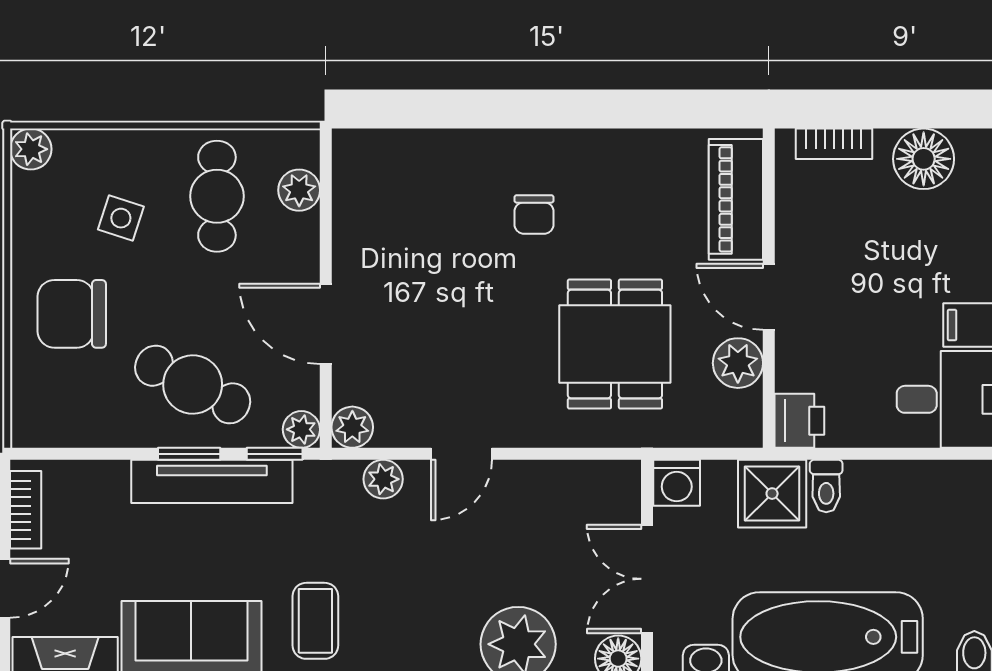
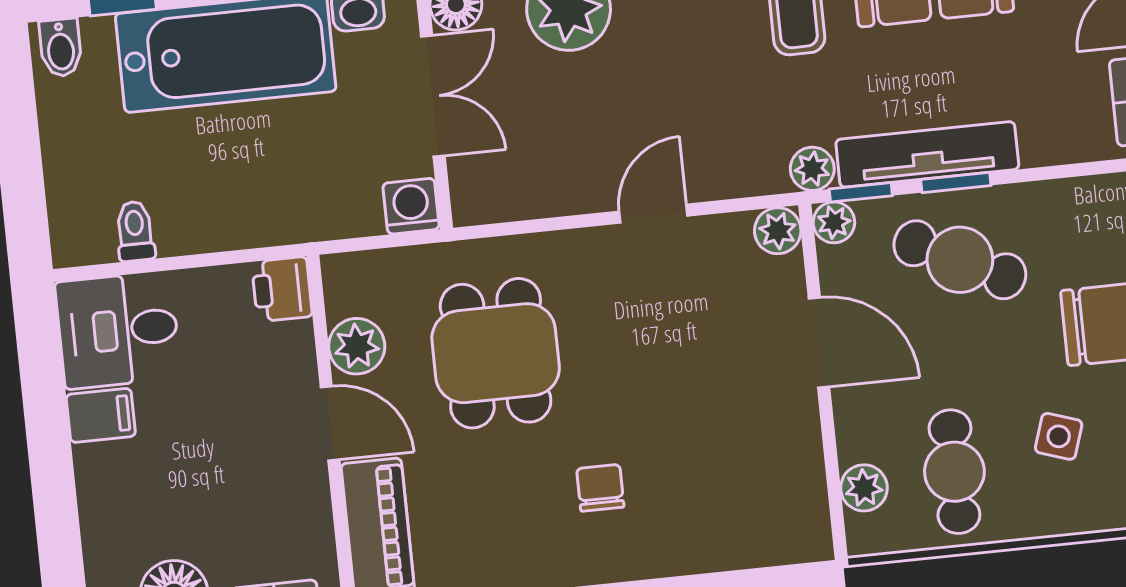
plant: (383, 479) -> (812, 169), moved
toilet: (826, 486) -> (135, 231), moved
shower: (772, 494) -> (304, 205), removed

